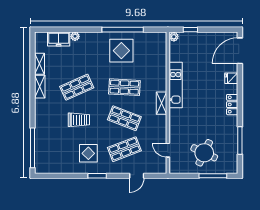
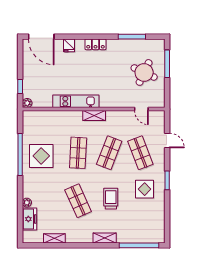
shelving: (40, 87) -> (105, 238), moved
door: (168, 150) -> (141, 109), hinge flipped

